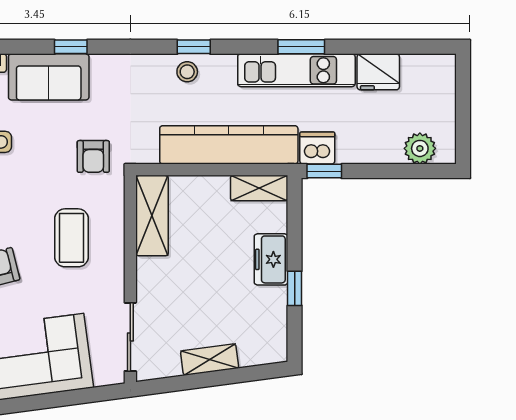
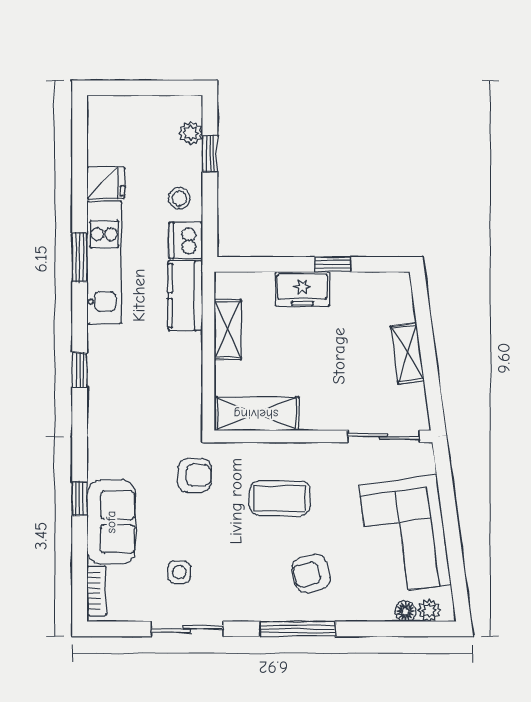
stool: (187, 72) -> (179, 198), moved
fridge: (378, 72) -> (106, 183), width x0.72
kitchen counter: (229, 145) -> (185, 296), width x0.48, depth x0.86
plant: (420, 148) -> (191, 133), width x0.73, depth x0.73
window: (324, 171) -> (210, 154), moved
shelving: (259, 188) -> (228, 329), moved

